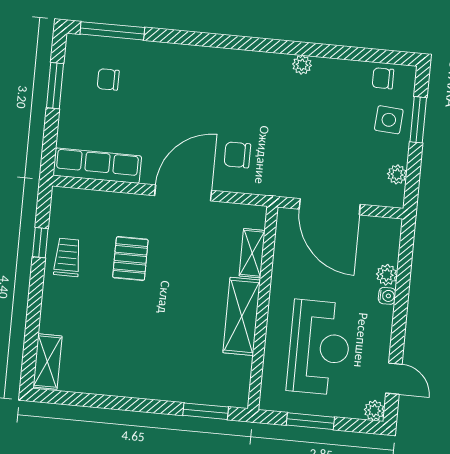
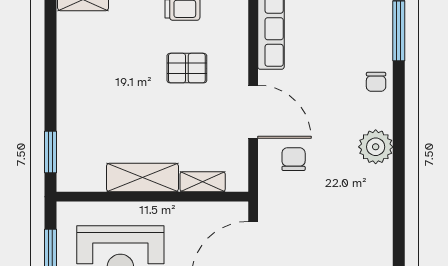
plant: (302, 65) -> (376, 147), moved, width x1.88, depth x1.88
chair: (108, 79) -> (376, 82), moved, turned 180

